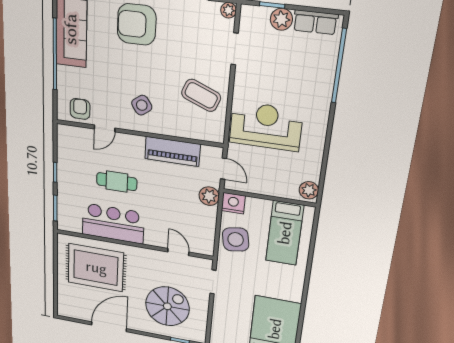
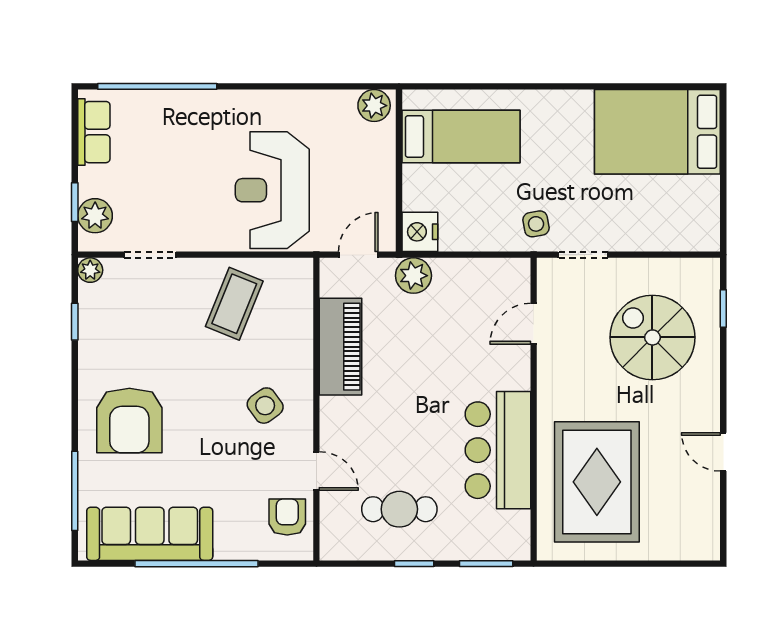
plant: (281, 19) -> (95, 216), moved
armchair: (80, 109) -> (287, 517), turned 90
cafe table: (117, 182) -> (399, 509), moved, turned 90
side table: (236, 239) -> (536, 224), moved, width x0.54, depth x0.54
door: (109, 327) -> (723, 452), width x0.53

